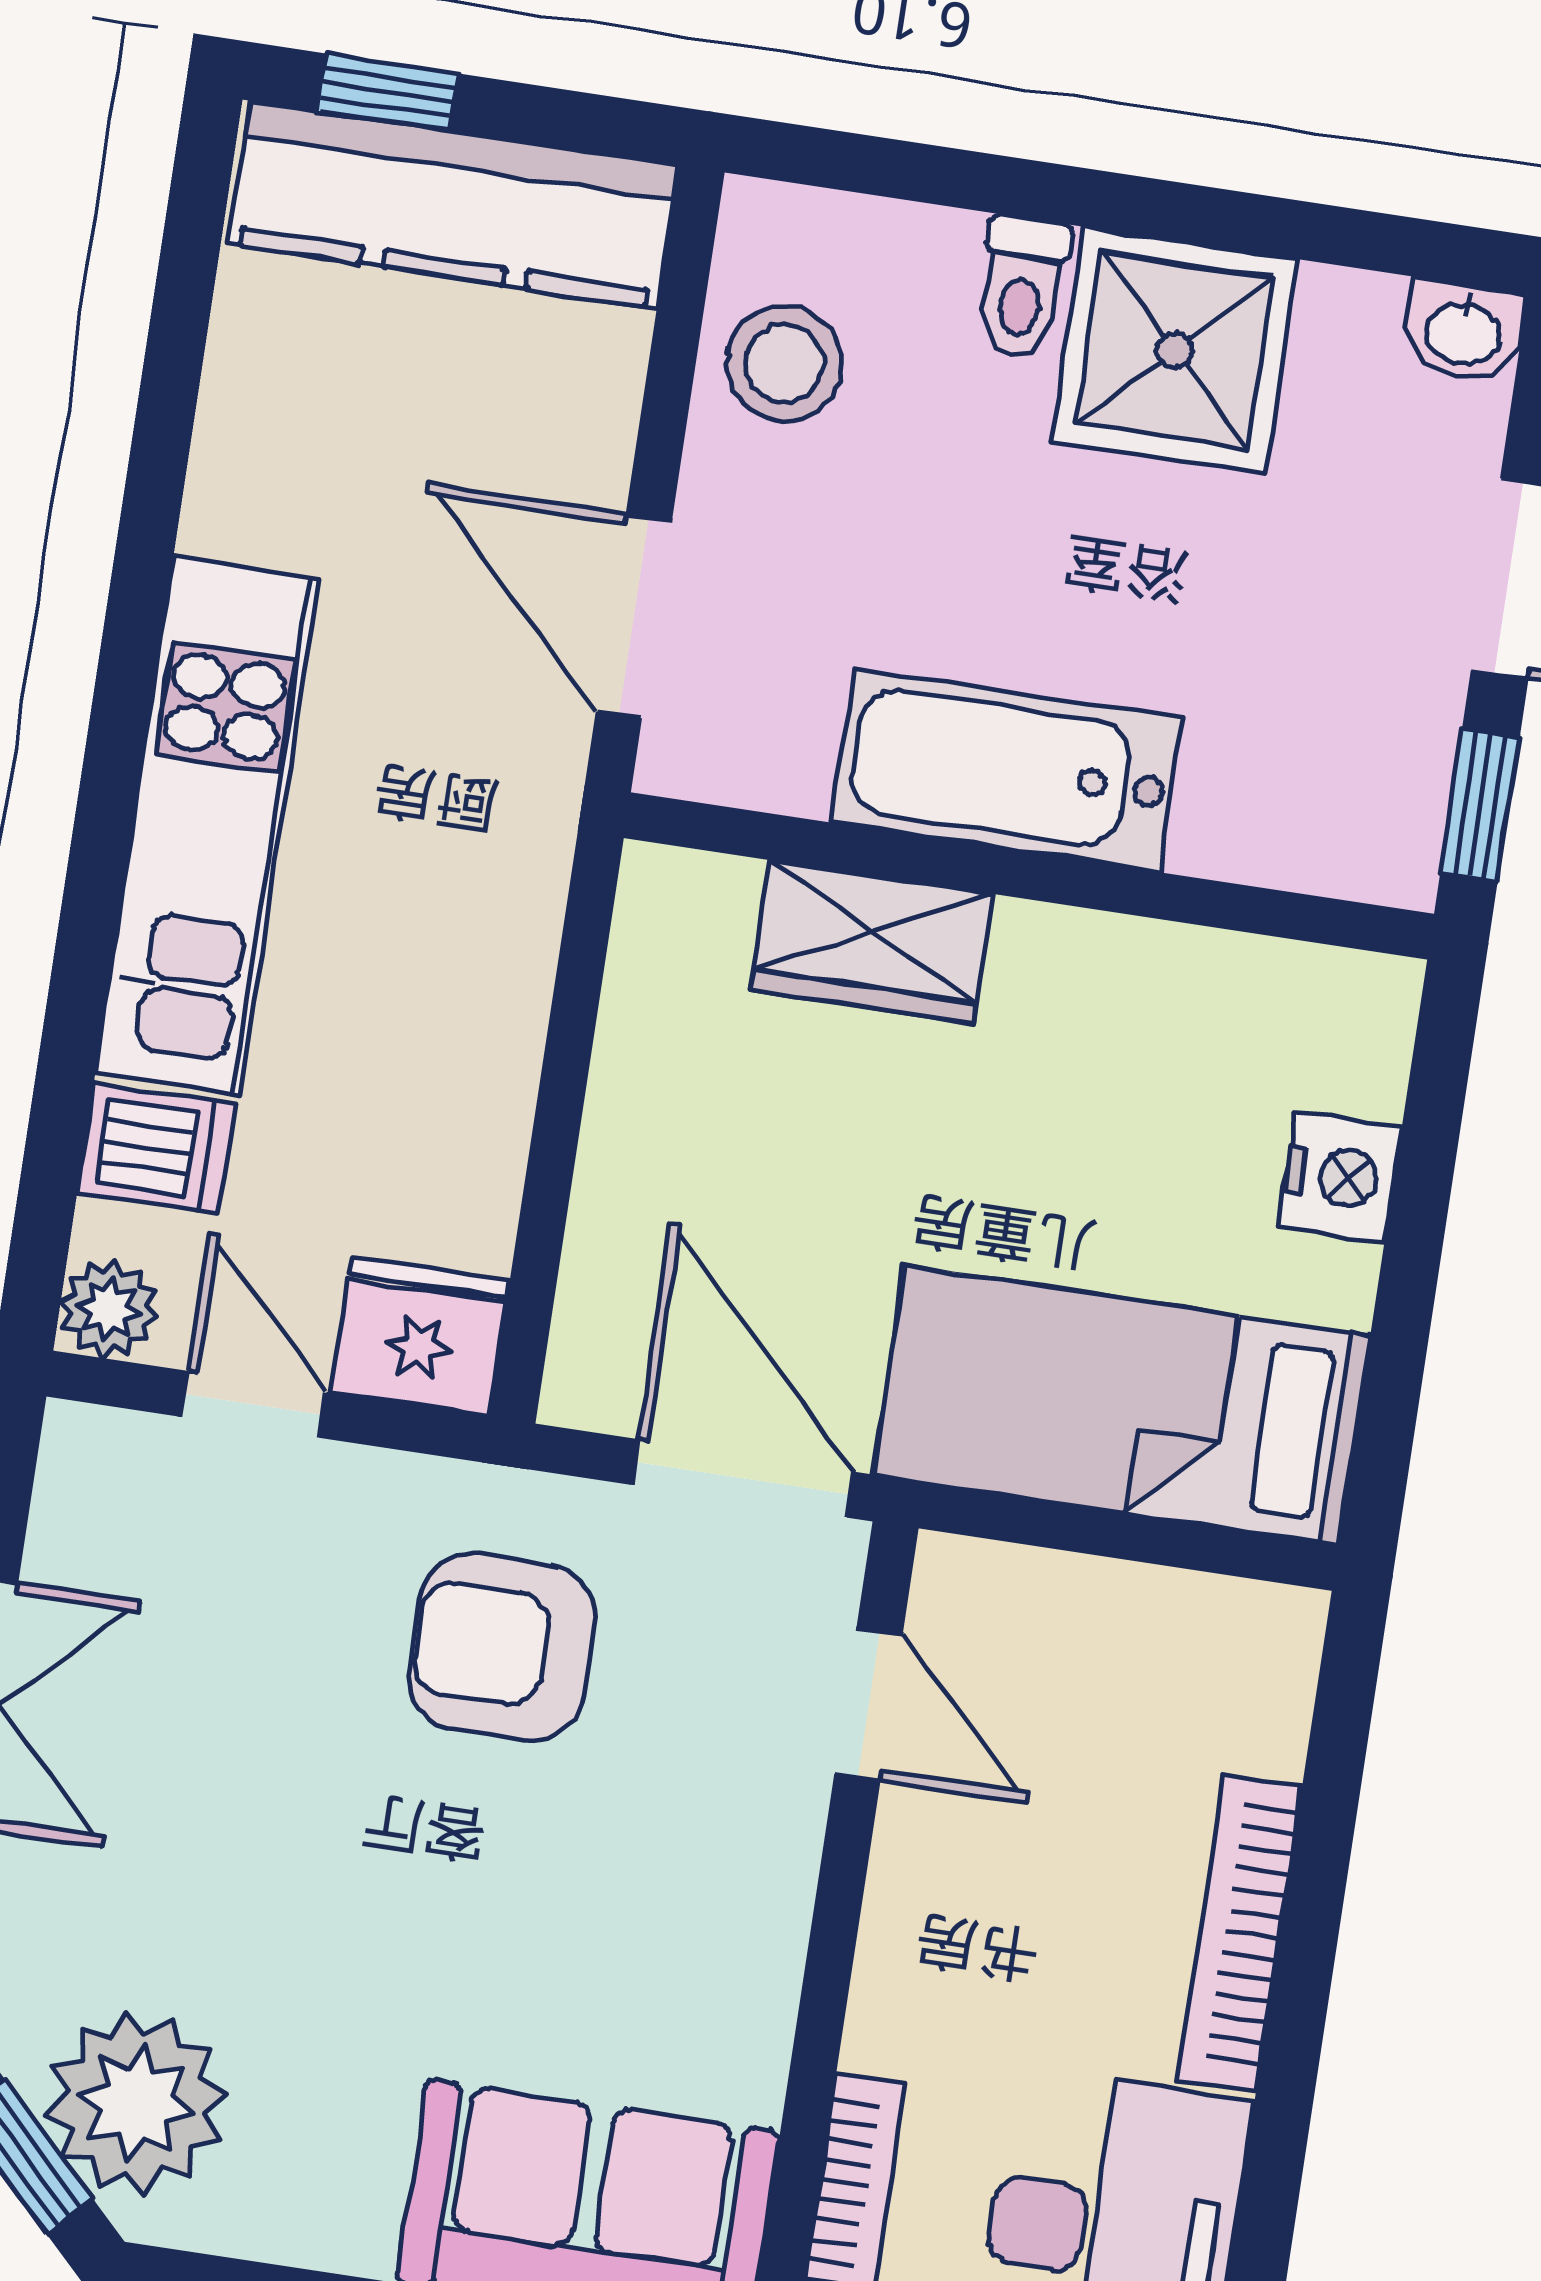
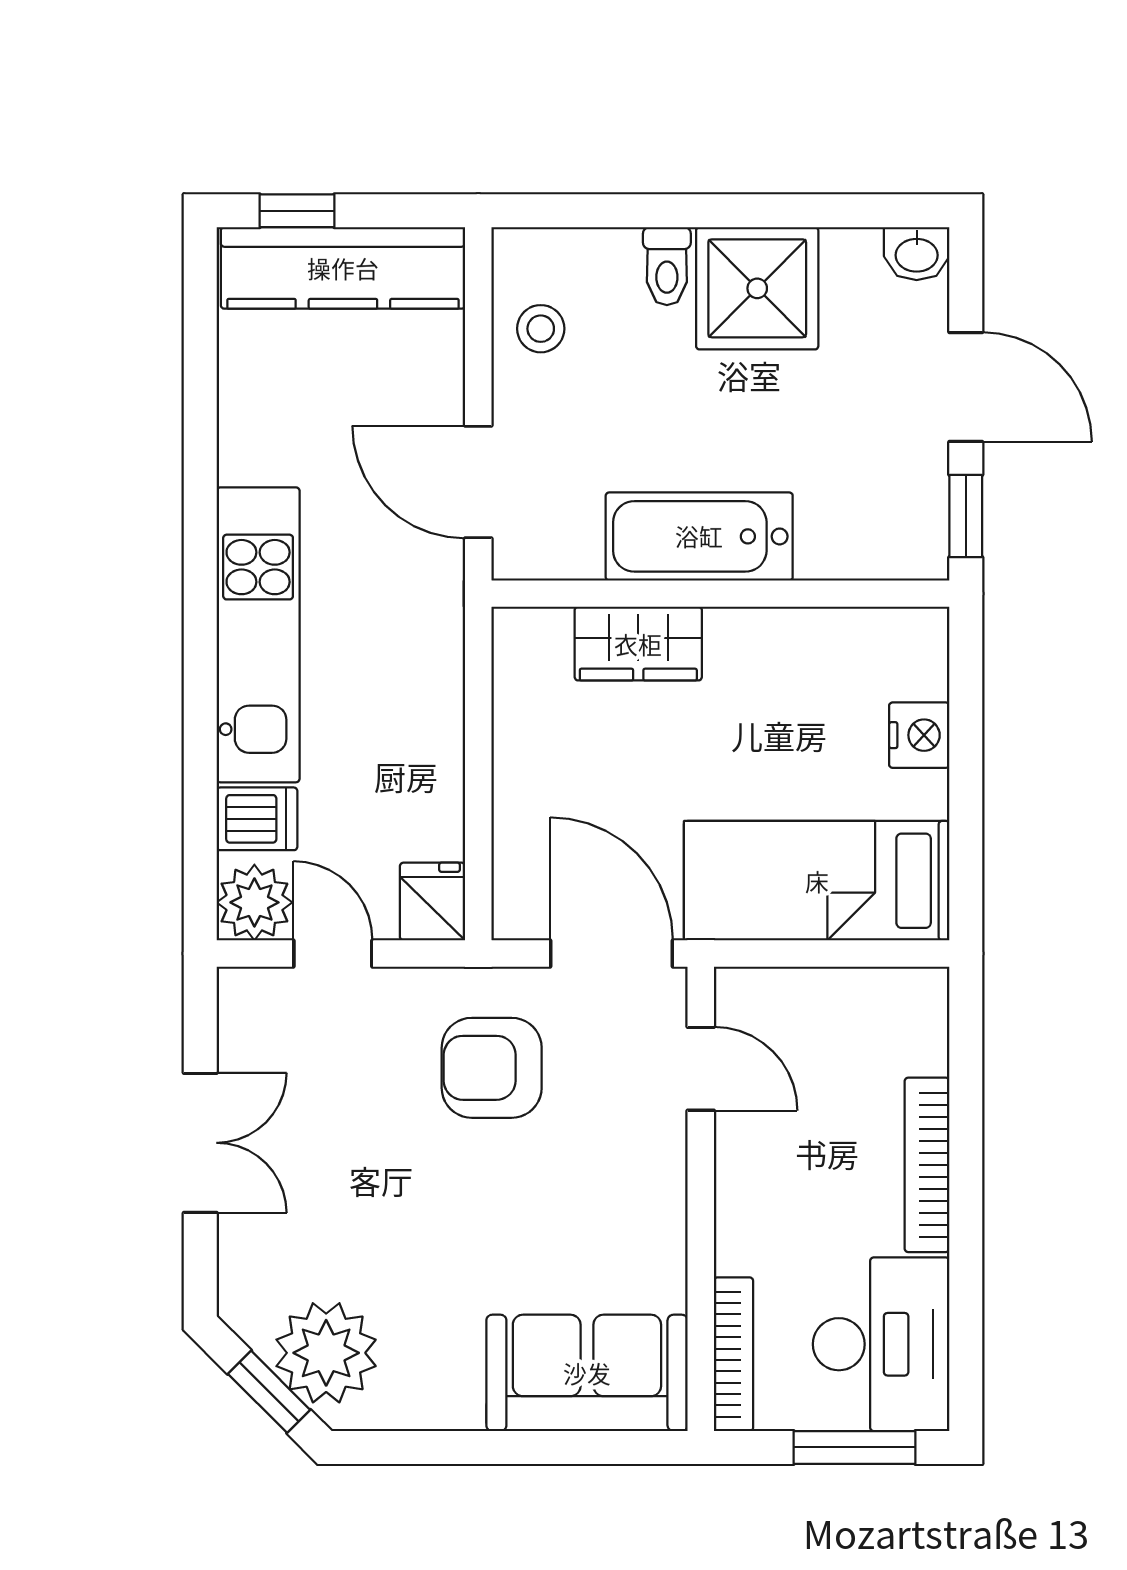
stool: (784, 364) -> (541, 329), width x0.73, depth x0.73
plant: (109, 1310) -> (254, 902), width x1.38, depth x1.38
fridge: (420, 1336) -> (433, 901), width x0.72

